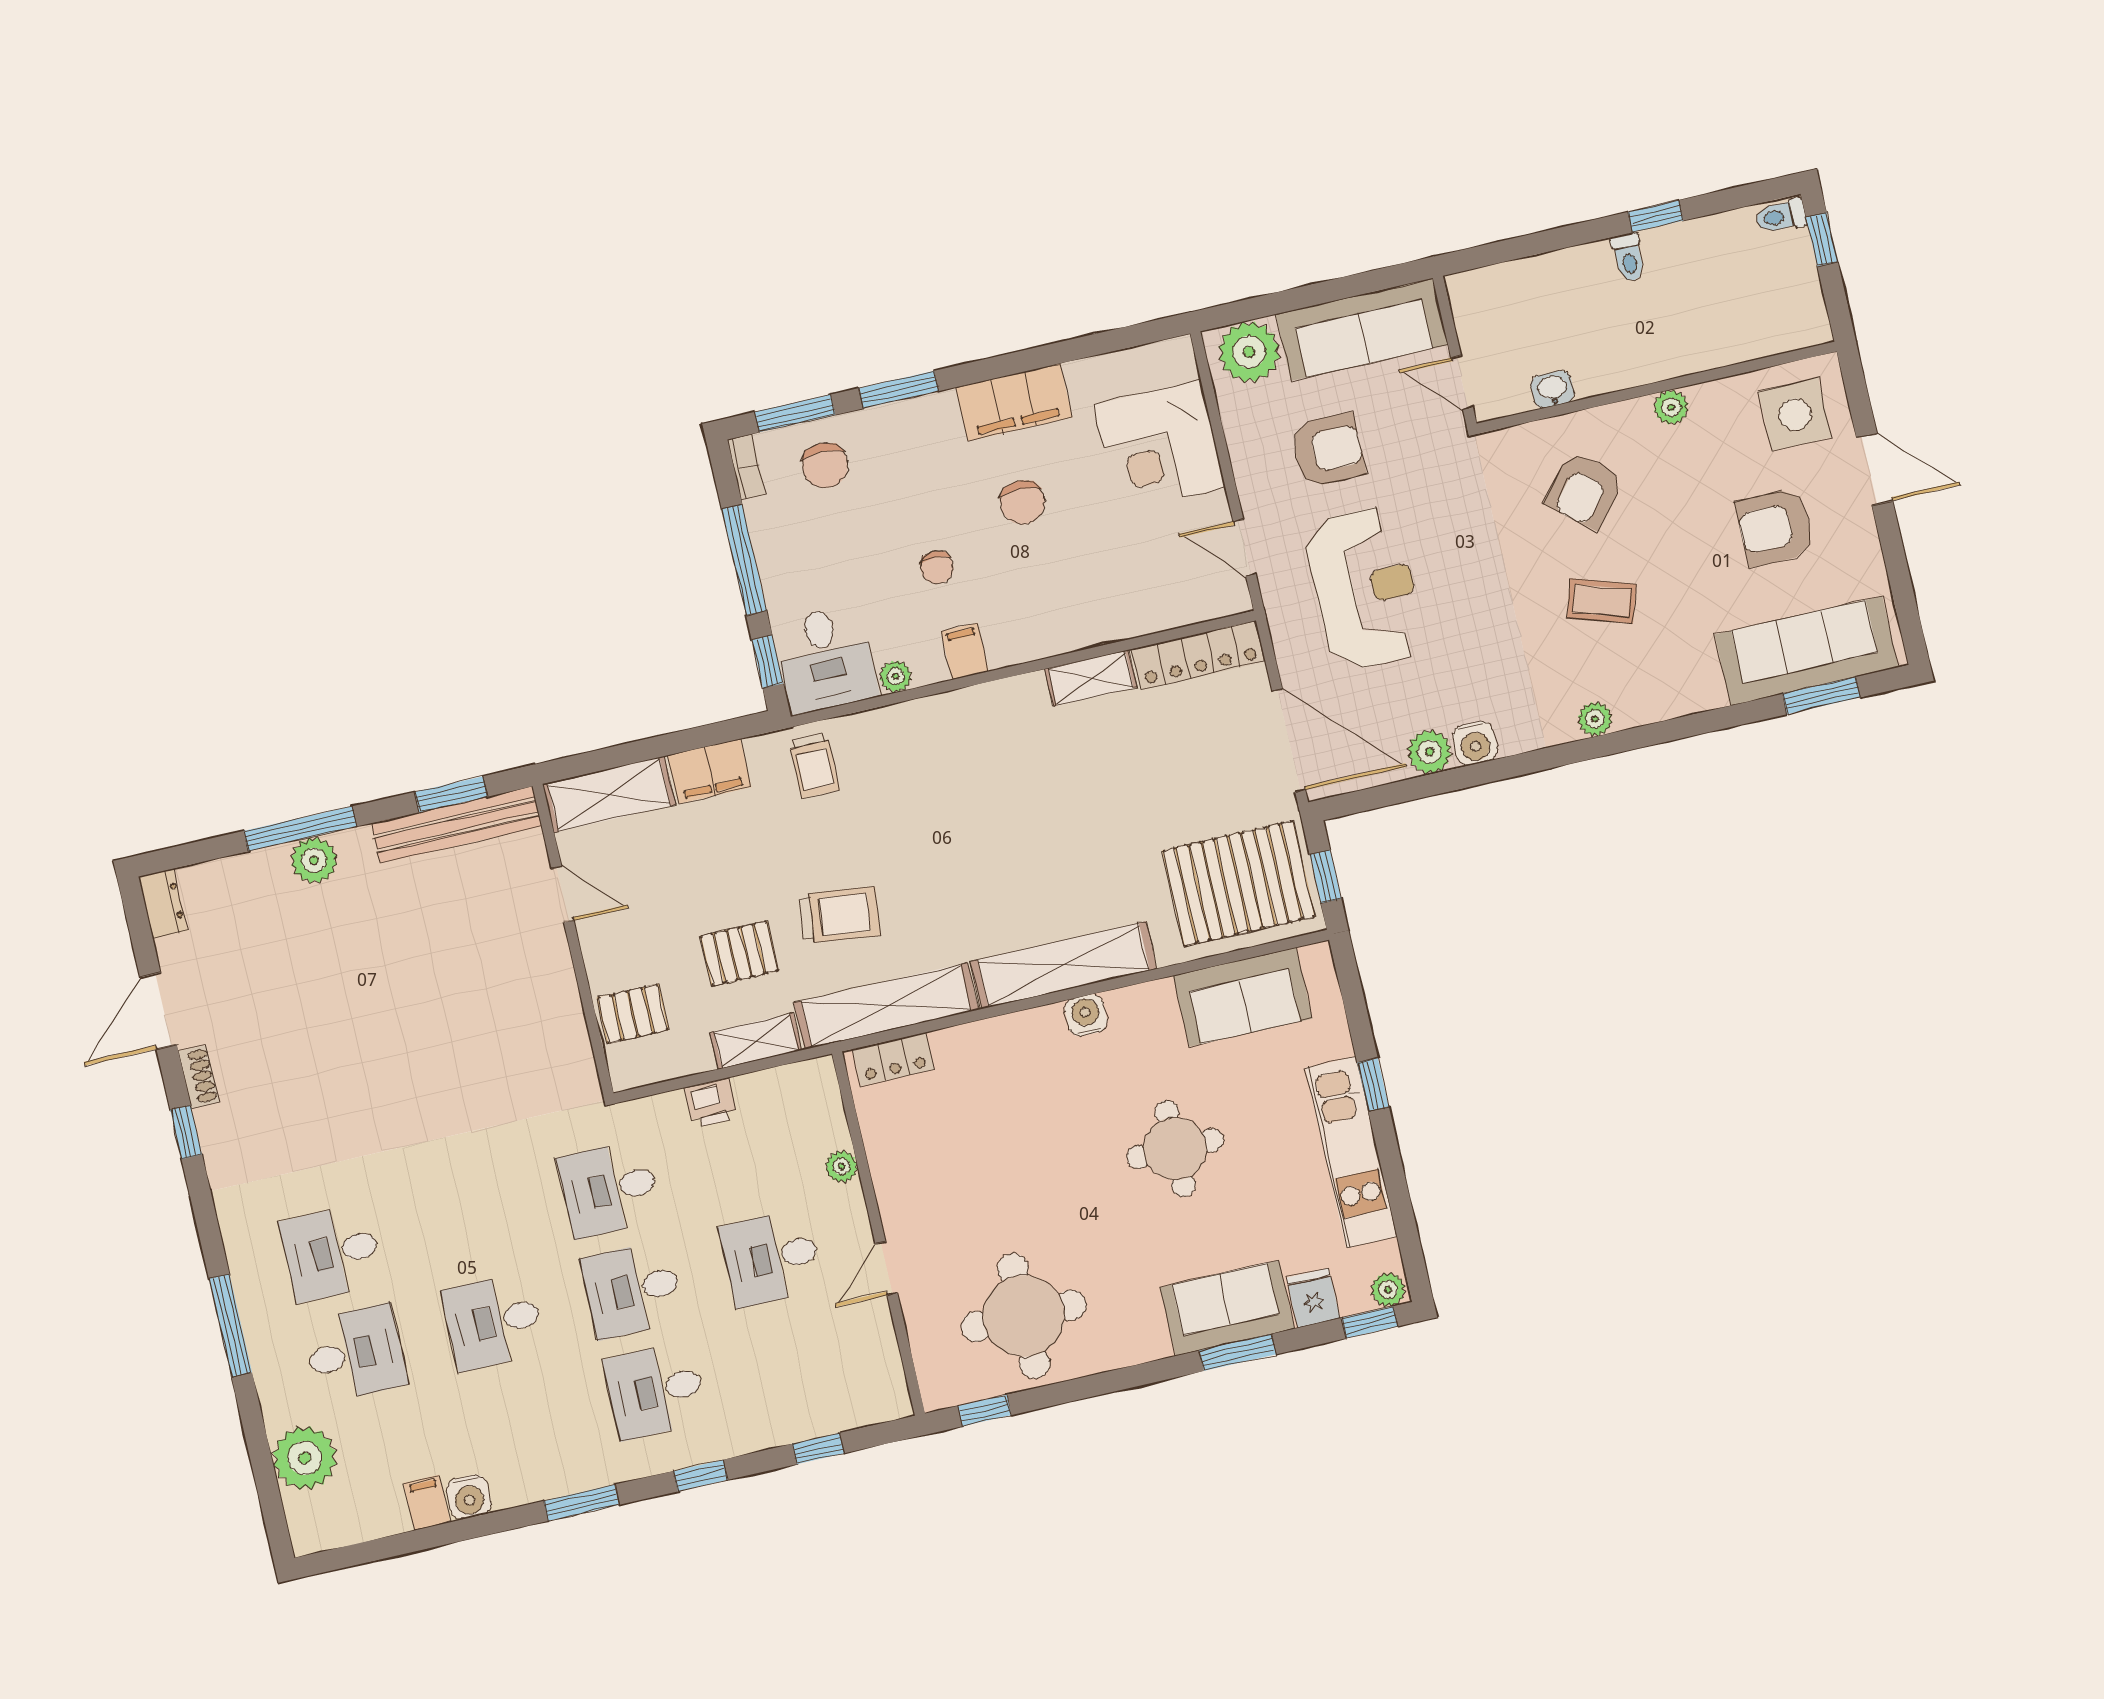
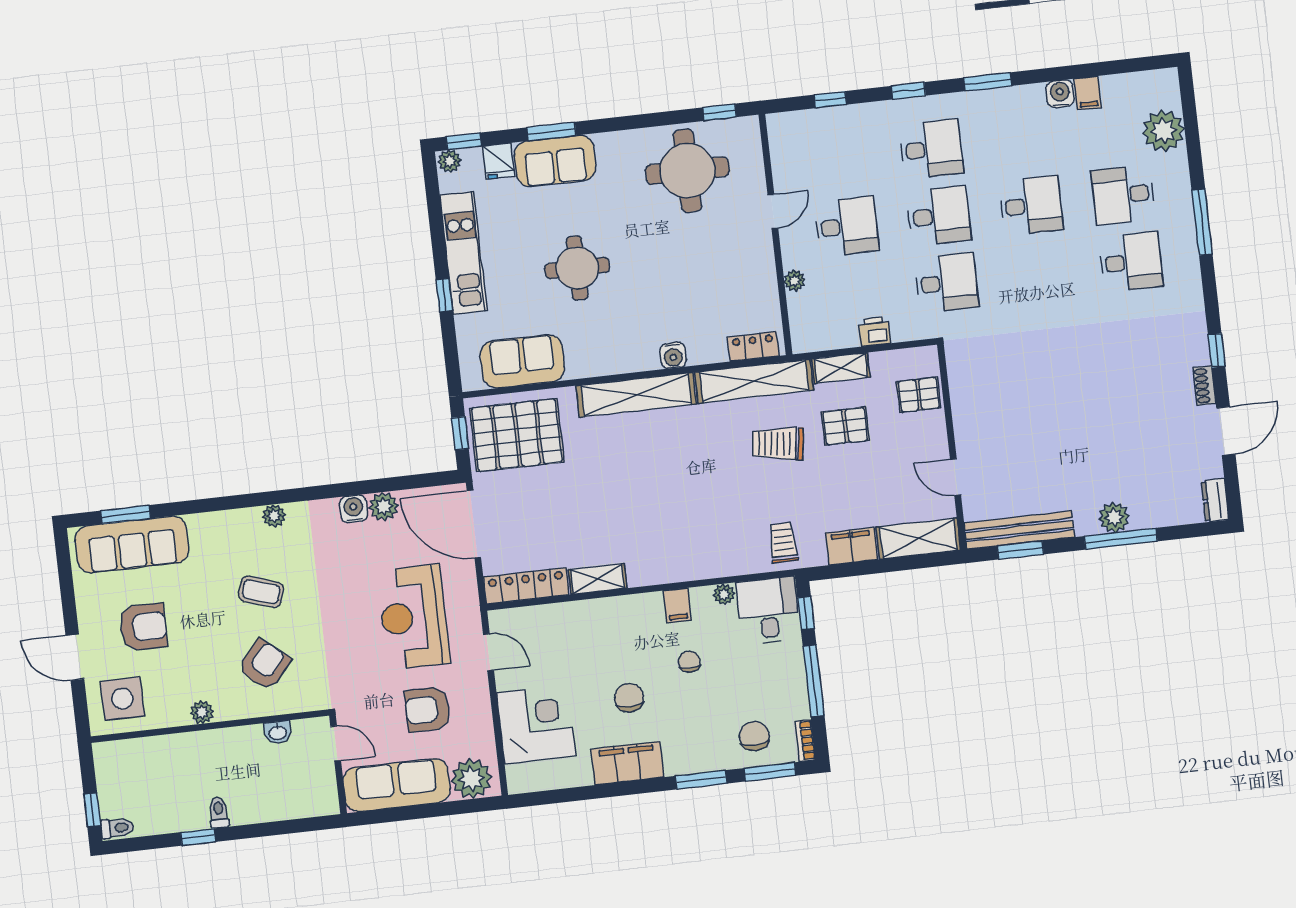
water cooler: (1086, 1015) -> (673, 355), moved

